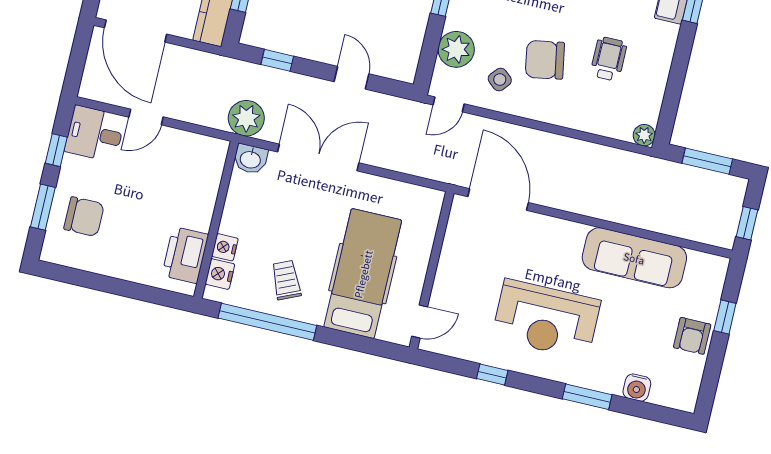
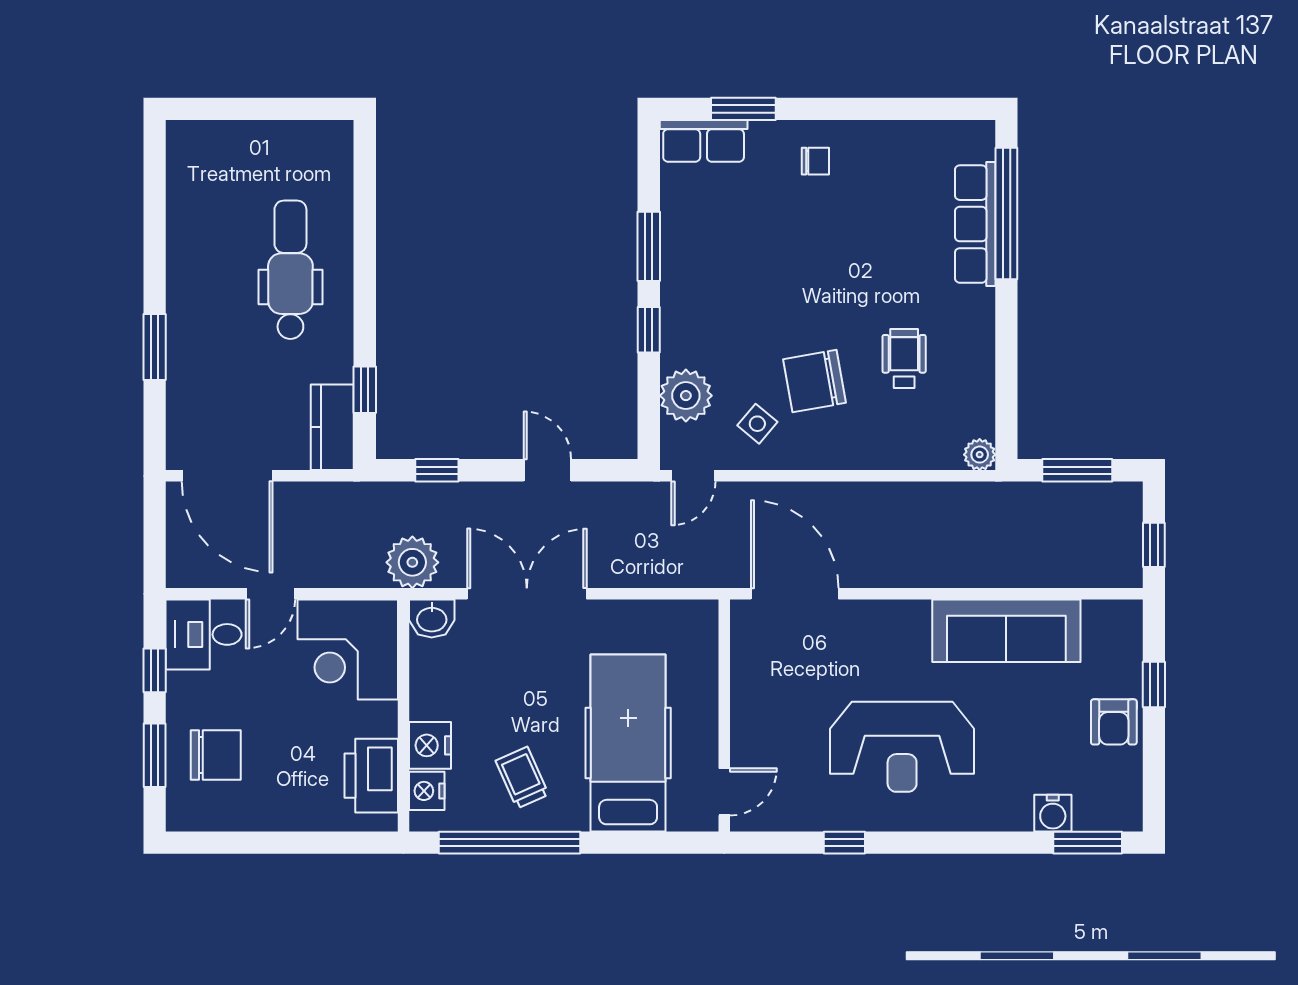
corner desk: (189, 167) -> (348, 649), added
nightstand: (225, 247) -> (430, 745), width x1.36, depth x1.33
window: (587, 397) -> (1088, 843), moved

